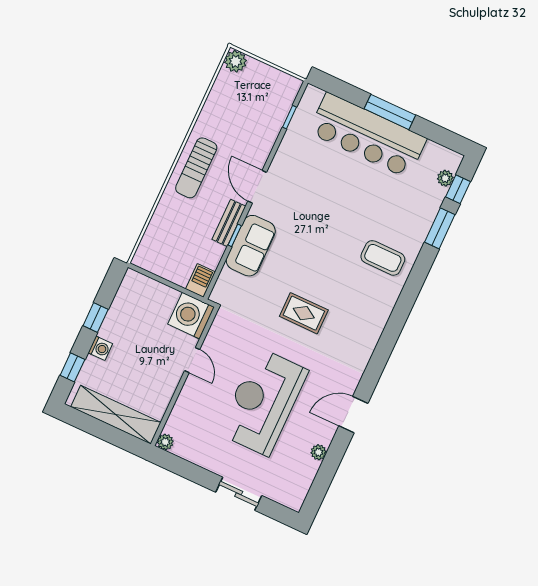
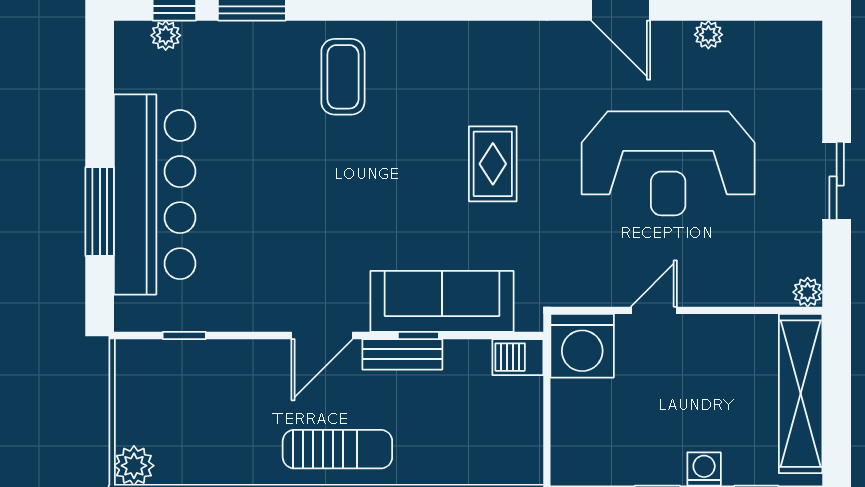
window: (390, 112) -> (100, 211), moved
sofa: (251, 246) -> (442, 301), width x1.36
sliding door: (239, 494) -> (837, 181), moved

